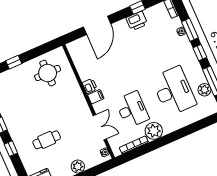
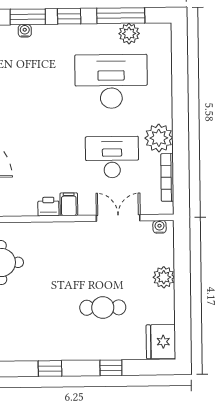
cafe table: (47, 140) -> (103, 308), turned 90
window: (11, 149) -> (111, 368), moved

